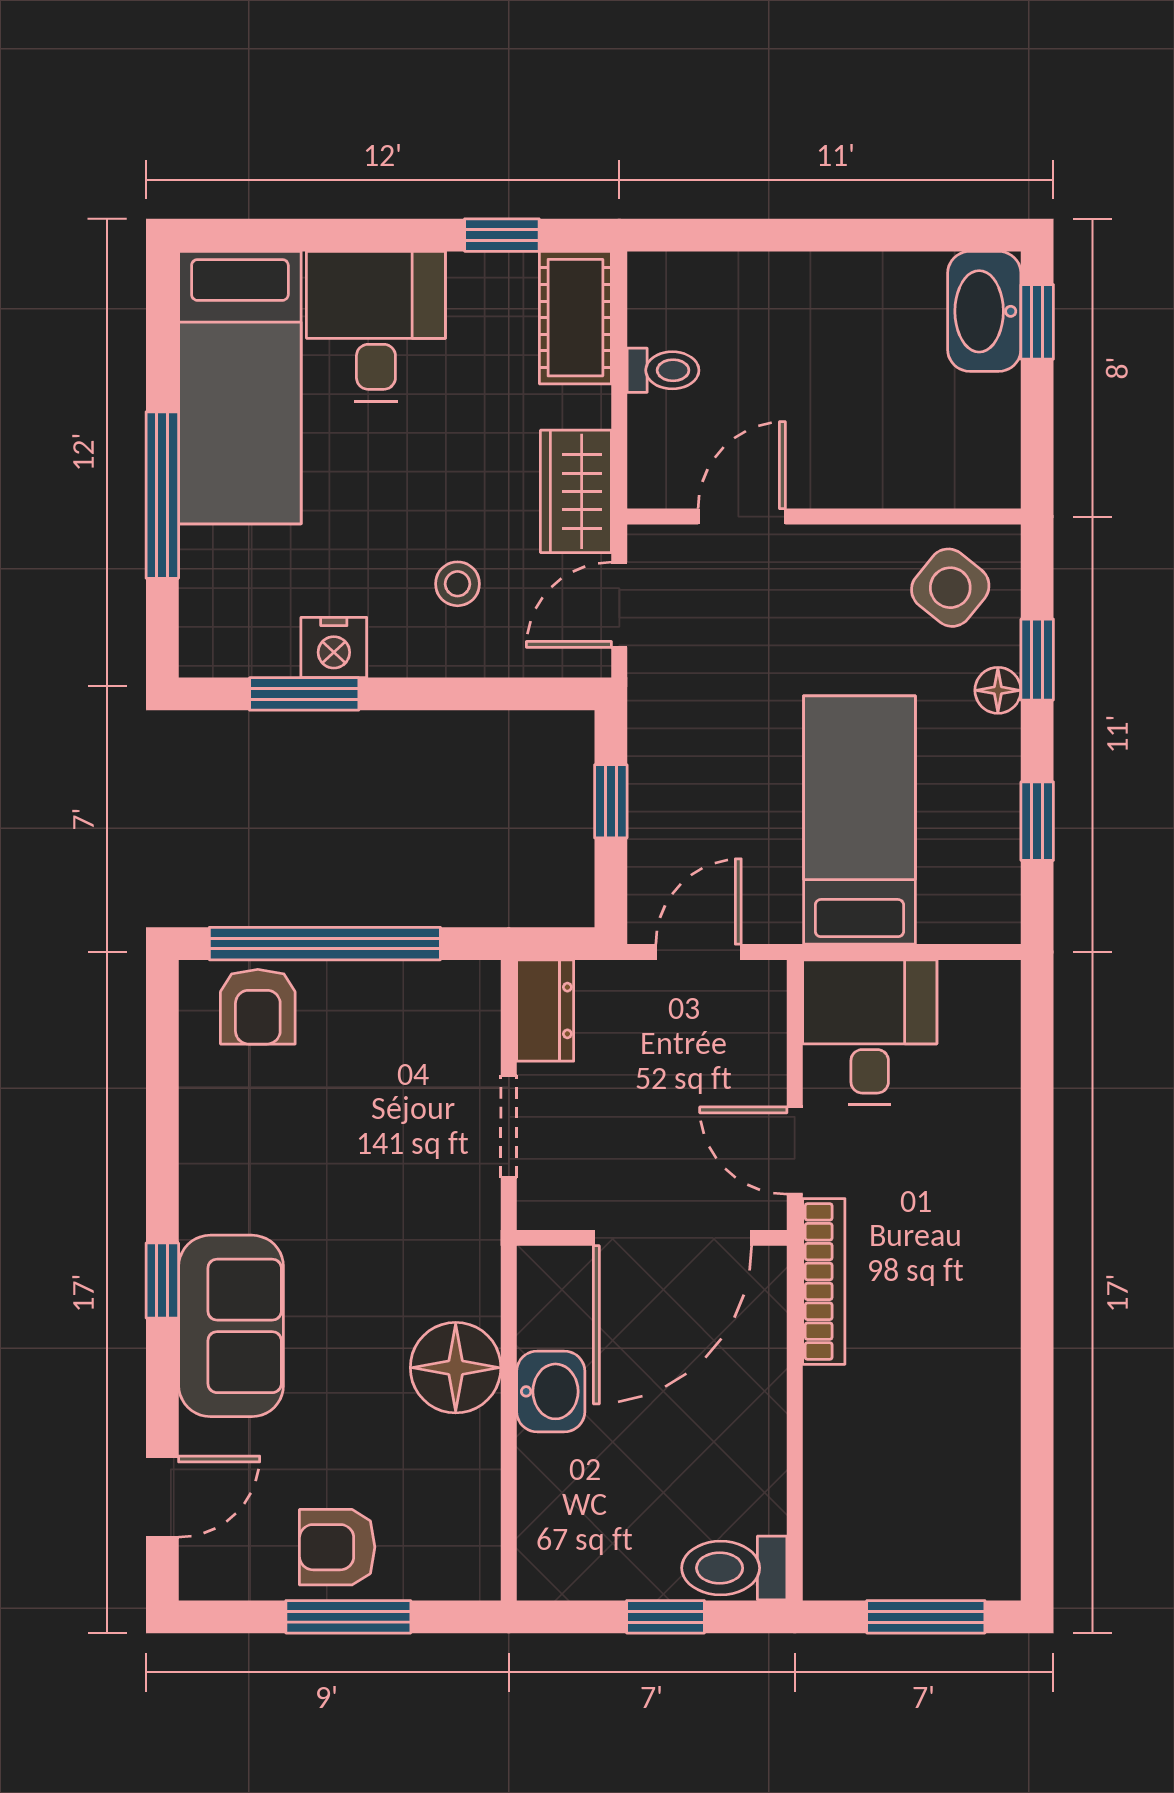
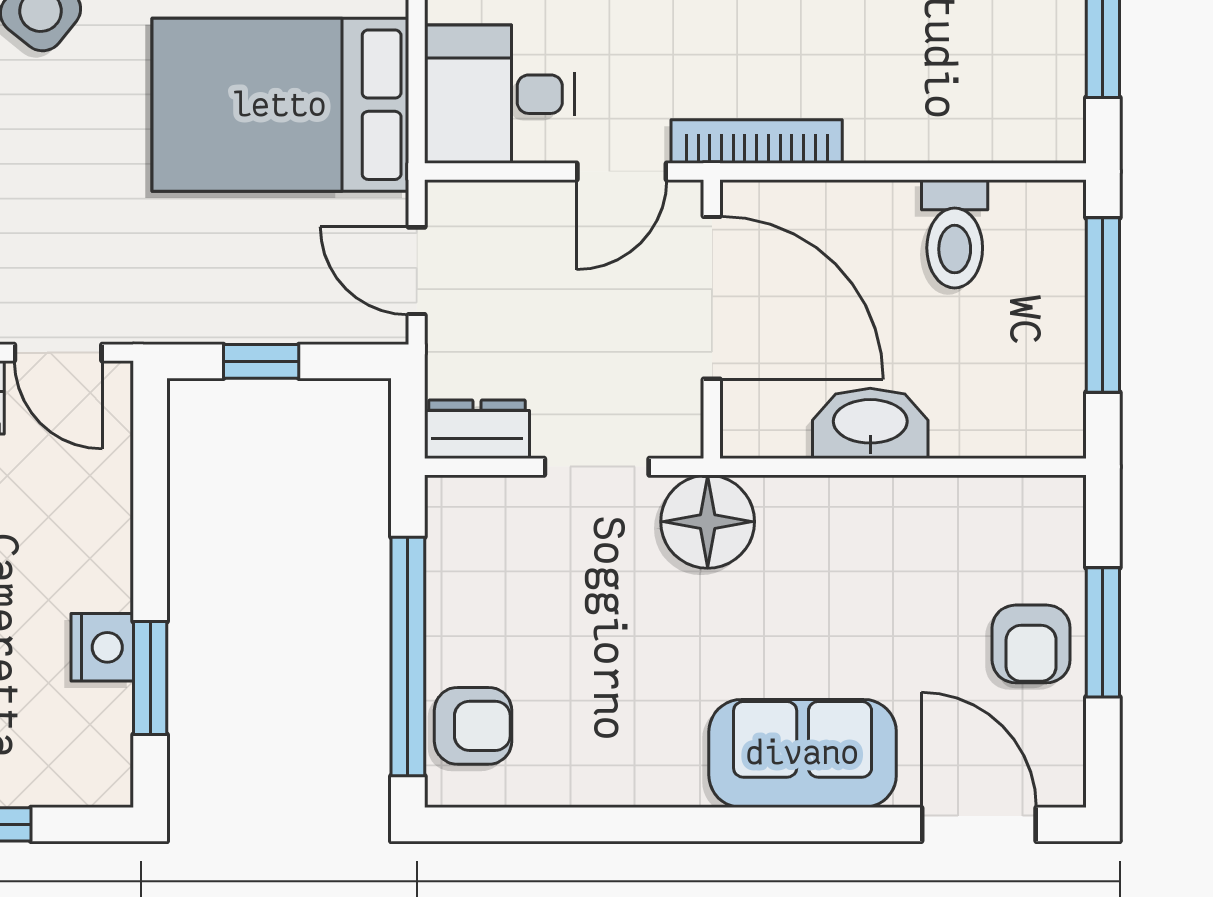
stool: (458, 584) -> (36, 520), removed
bed: (859, 820) -> (280, 105), width x1.50
window: (162, 1281) -> (756, 824), removed
floor lamp: (456, 1368) -> (708, 522), moved
washbasin: (551, 1391) -> (870, 423), width x1.38
door: (162, 1497) -> (979, 824), width x1.37
toilet: (734, 1568) -> (955, 234), moved
window: (666, 1617) -> (1103, 305), width x2.17

